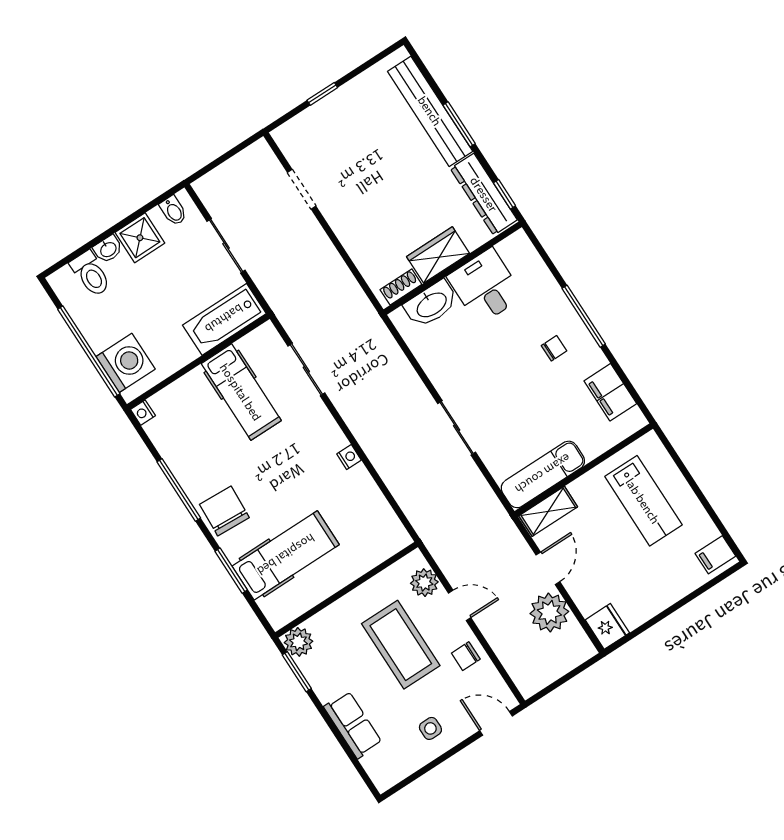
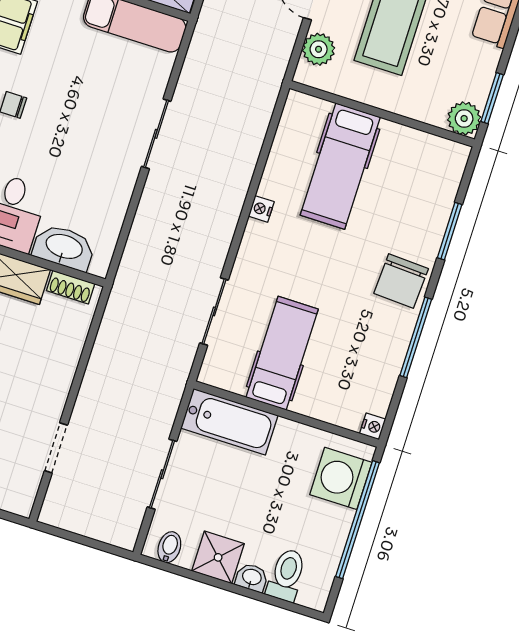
hospital bed: (286, 555) -> (340, 166), moved, turned -90

